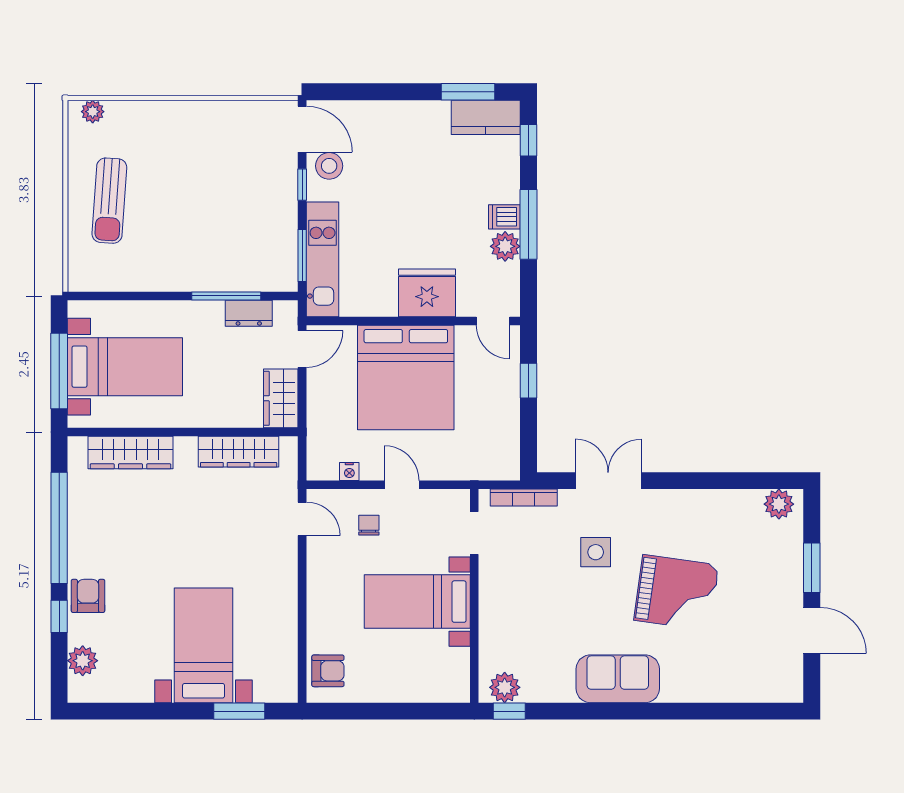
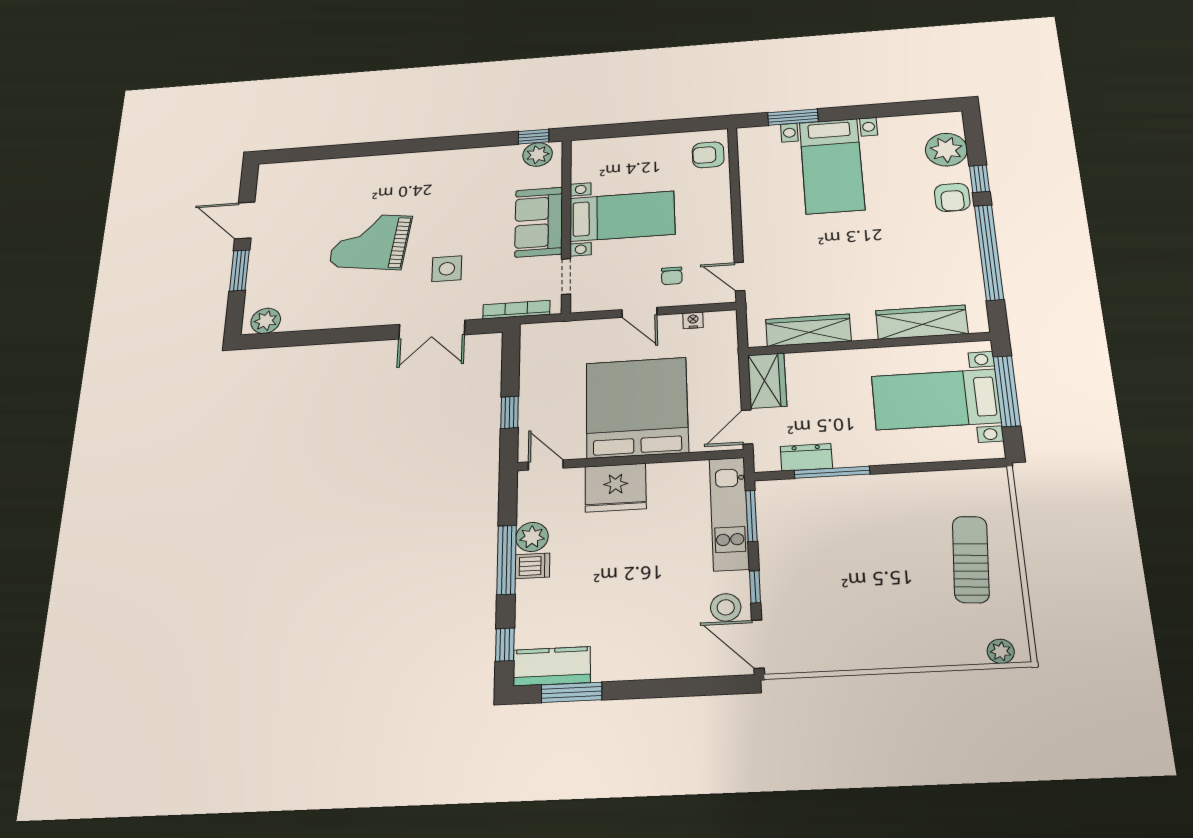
plant: (83, 661) -> (946, 150), width x1.36, depth x1.36
sofa: (618, 679) -> (539, 222), moved, turned 90

